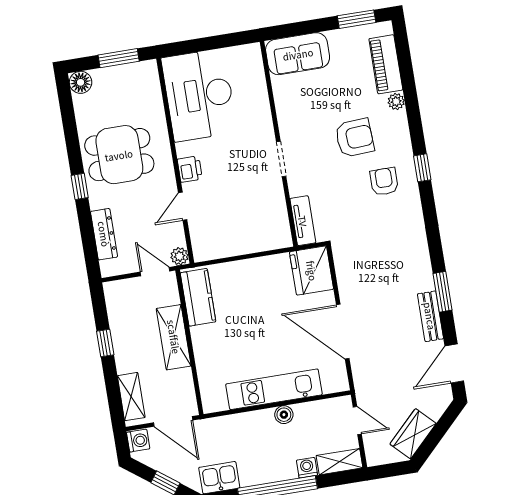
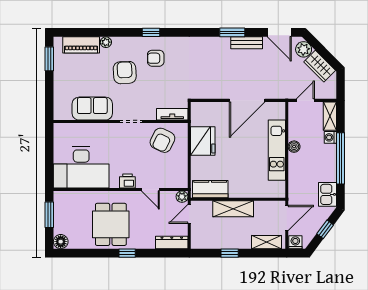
sofa: (298, 54) -> (92, 109), moved, turned -90
armchair: (261, 212) -> (162, 140), added
dresser: (104, 234) -> (172, 243), moved
fridge: (312, 271) -> (203, 141), moved, turned -90
plant: (435, 405) -> (304, 49), added

